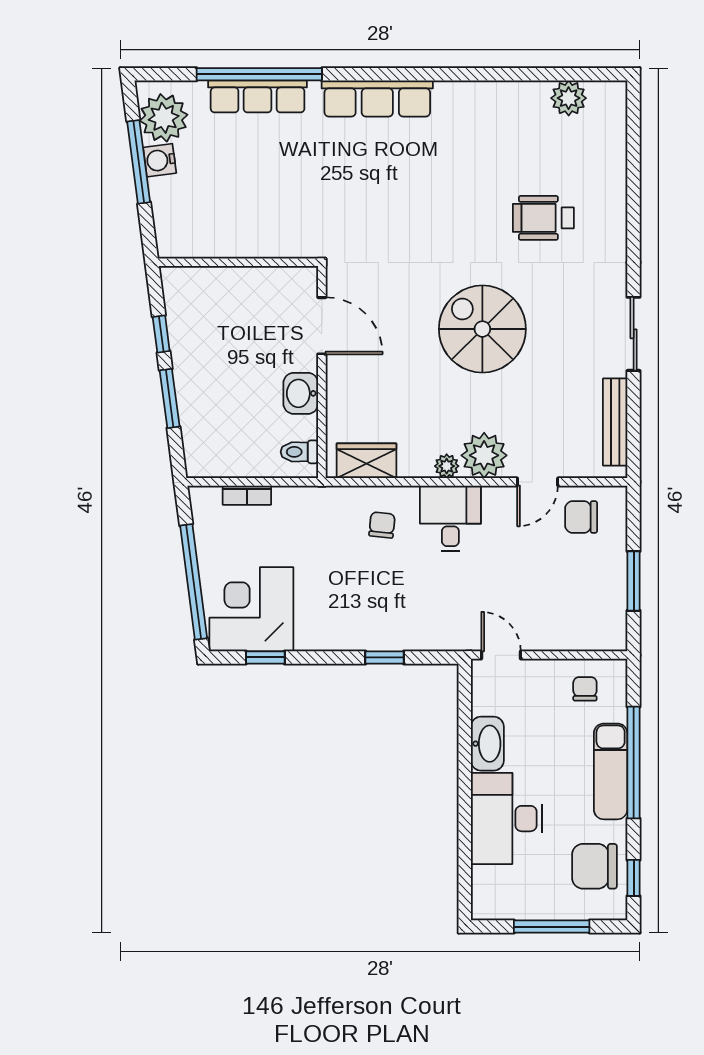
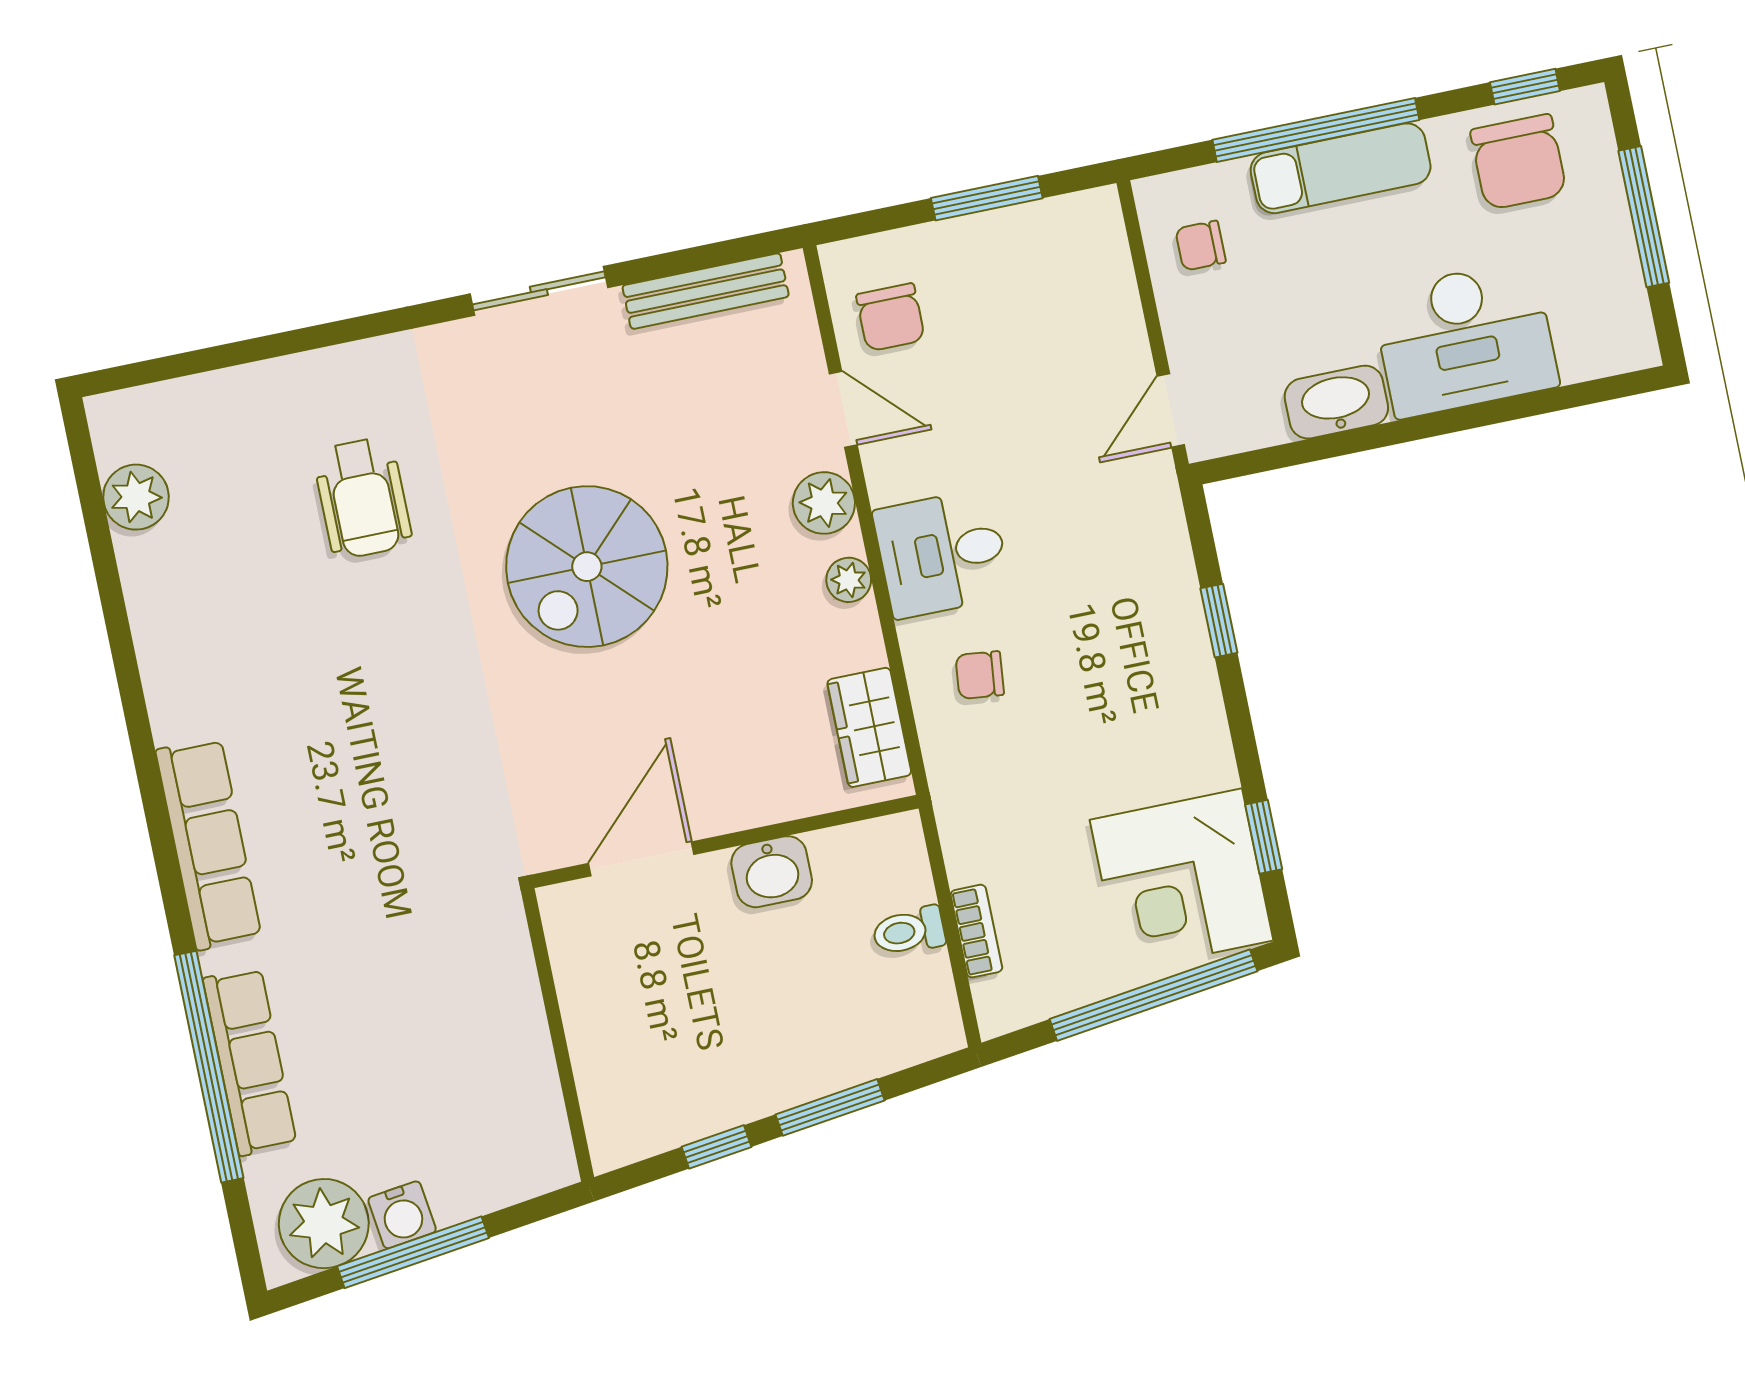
toilet: (299, 452) -> (909, 931), moved, turned 90
plant: (484, 455) -> (824, 503), width x0.73, depth x0.73

